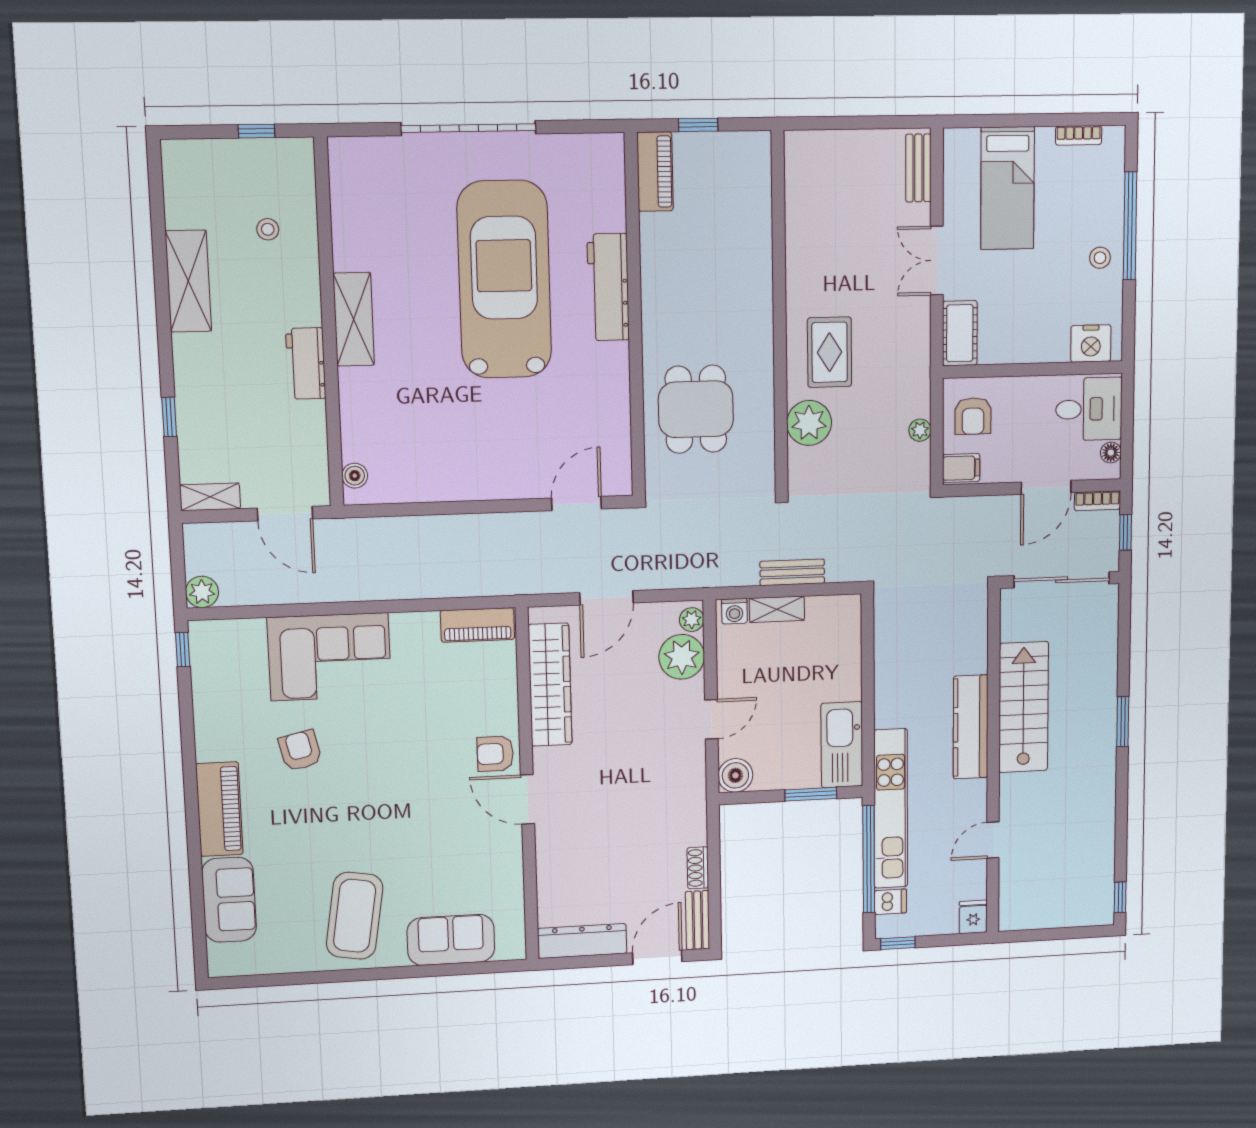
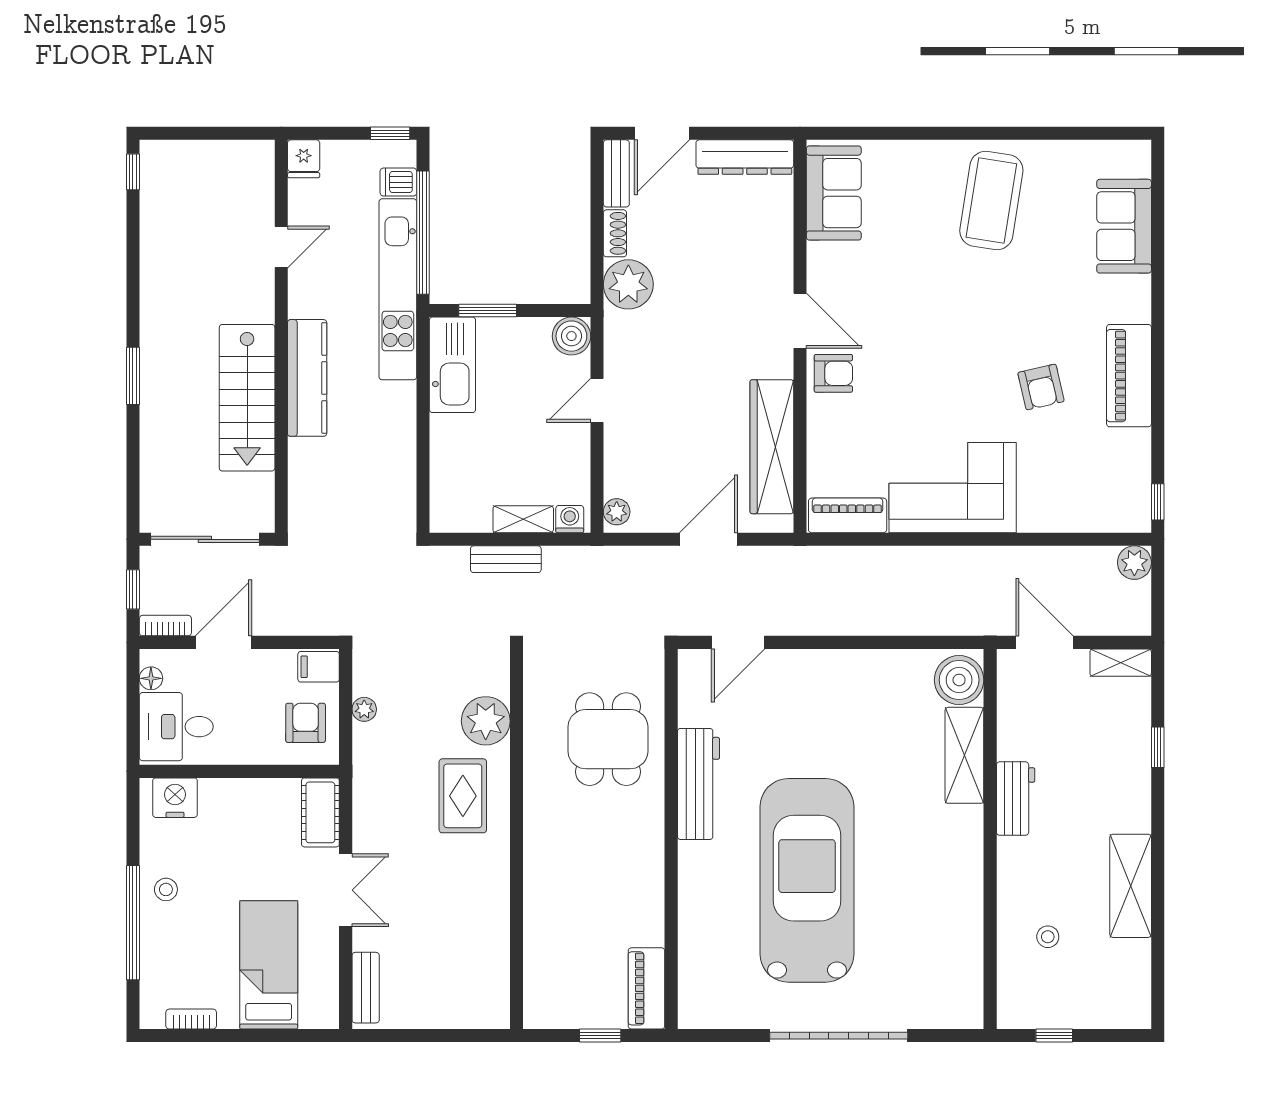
car: (504, 280) -> (807, 880), turned 180
workbench: (608, 287) -> (698, 784), moved
shelving: (354, 319) -> (964, 755), moved
boiler: (355, 476) -> (959, 680), width x1.86, depth x1.86
corner sofa: (329, 657) -> (953, 488), moved
plant: (682, 657) -> (628, 284), moved
piano: (219, 809) -> (1129, 376), moved
sofa: (451, 940) -> (834, 193), moved, turned -90

